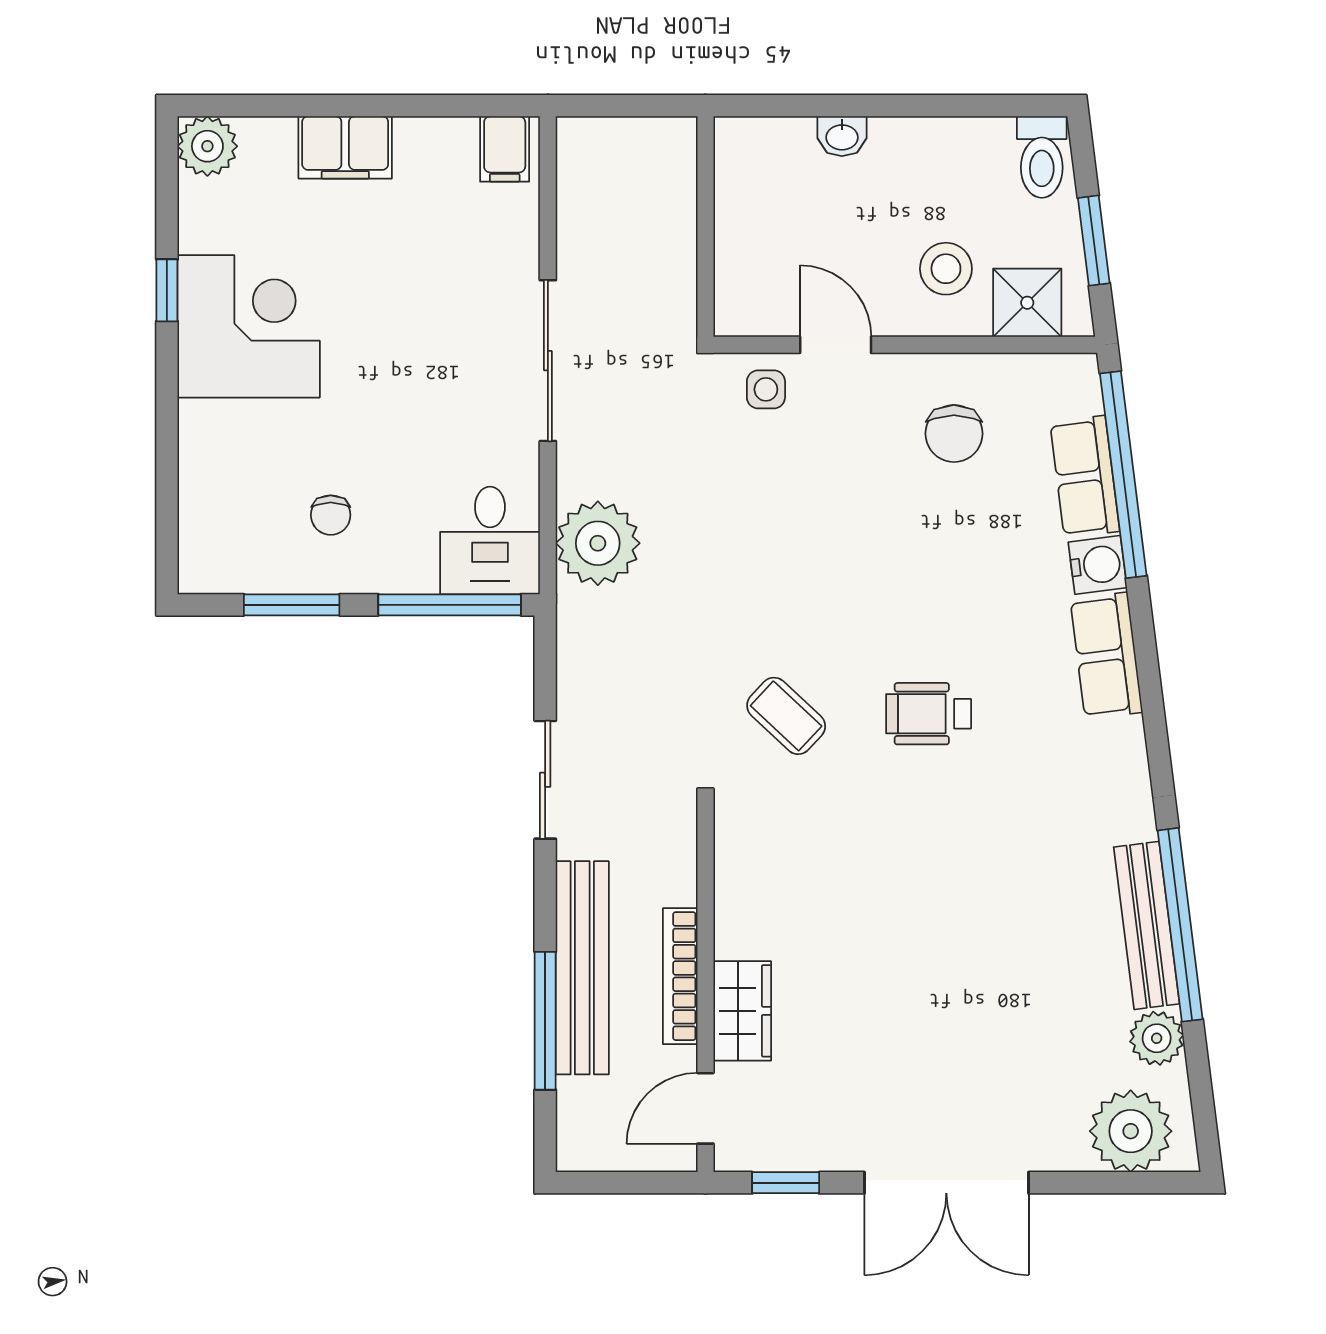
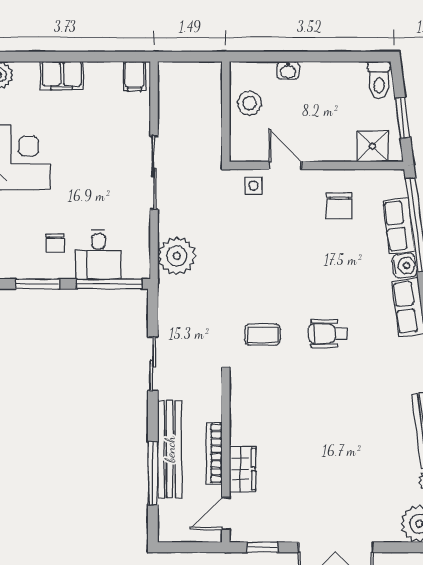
stool: (946, 269) -> (250, 103), moved
desk: (490, 540) -> (98, 255), moved
coffee table: (786, 716) -> (263, 335), turned -43

